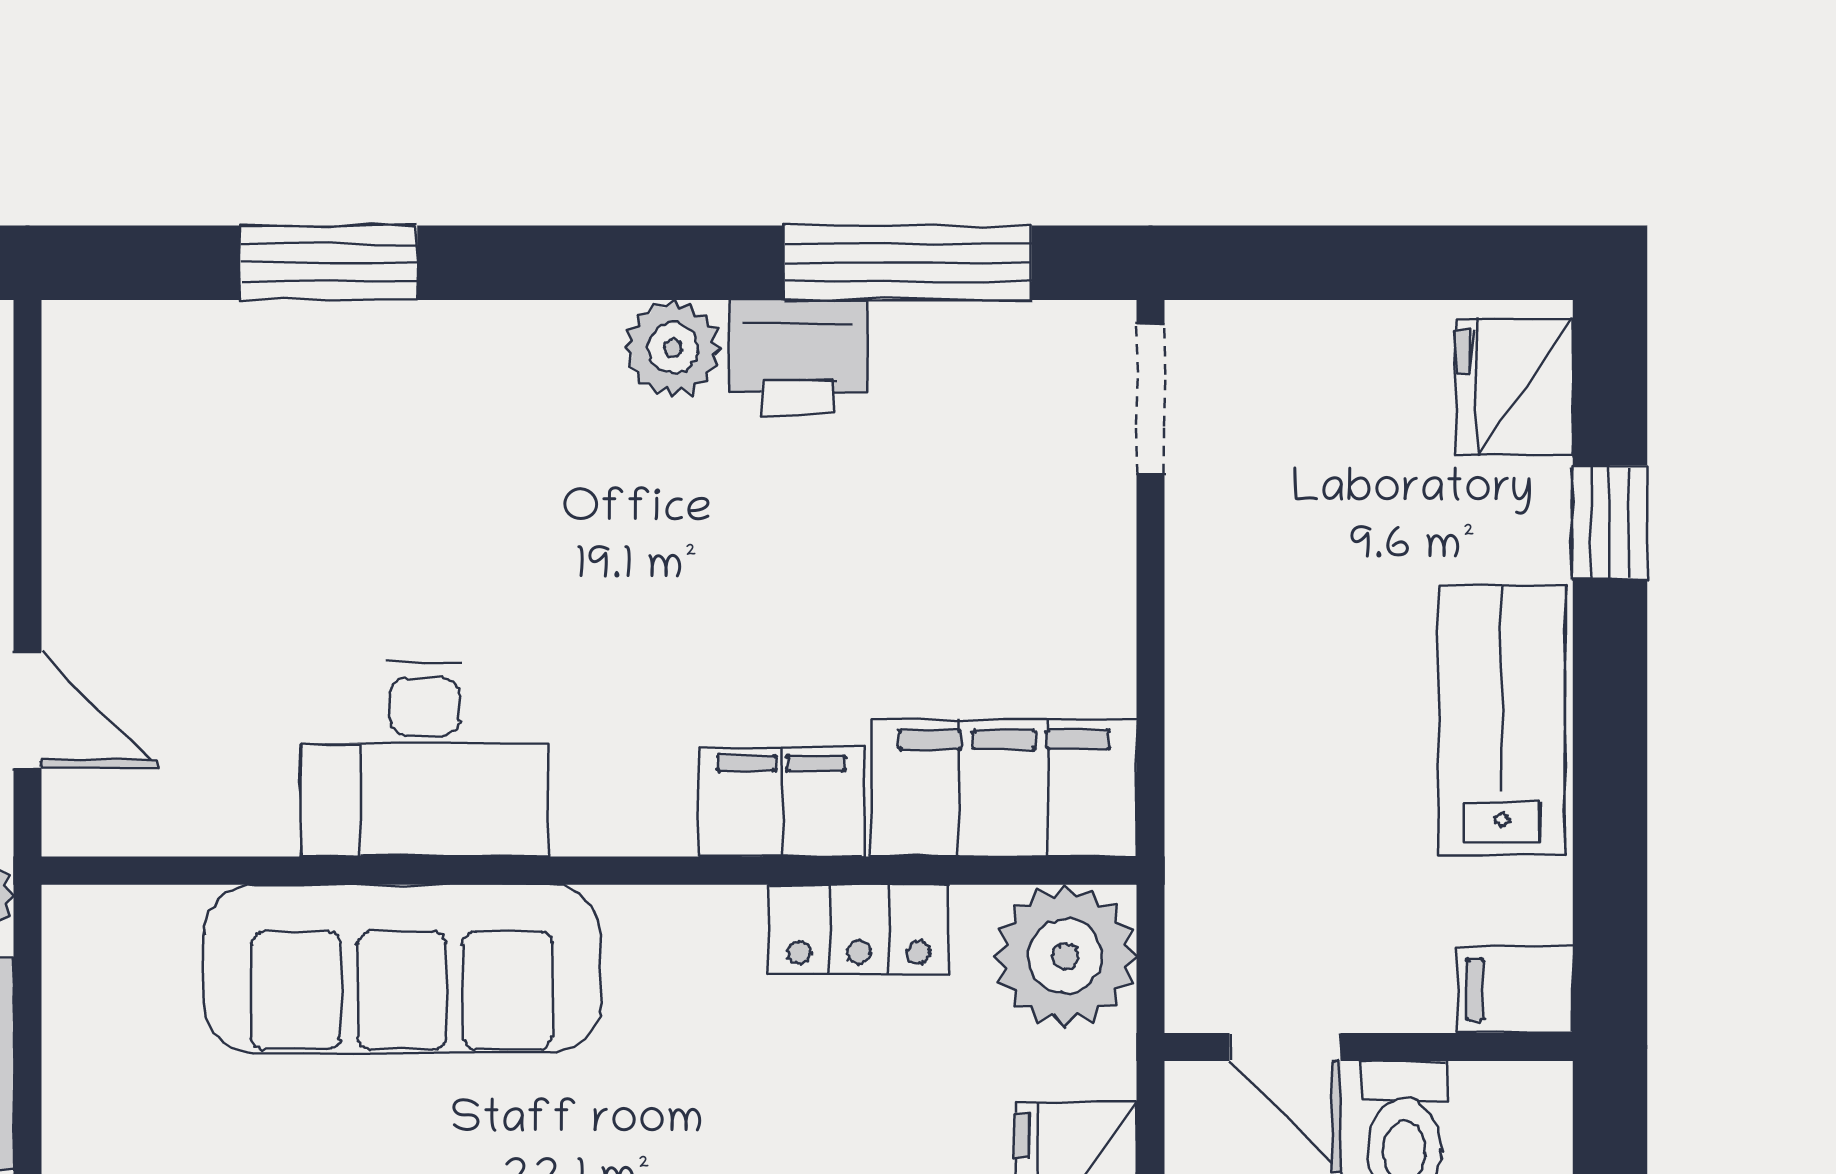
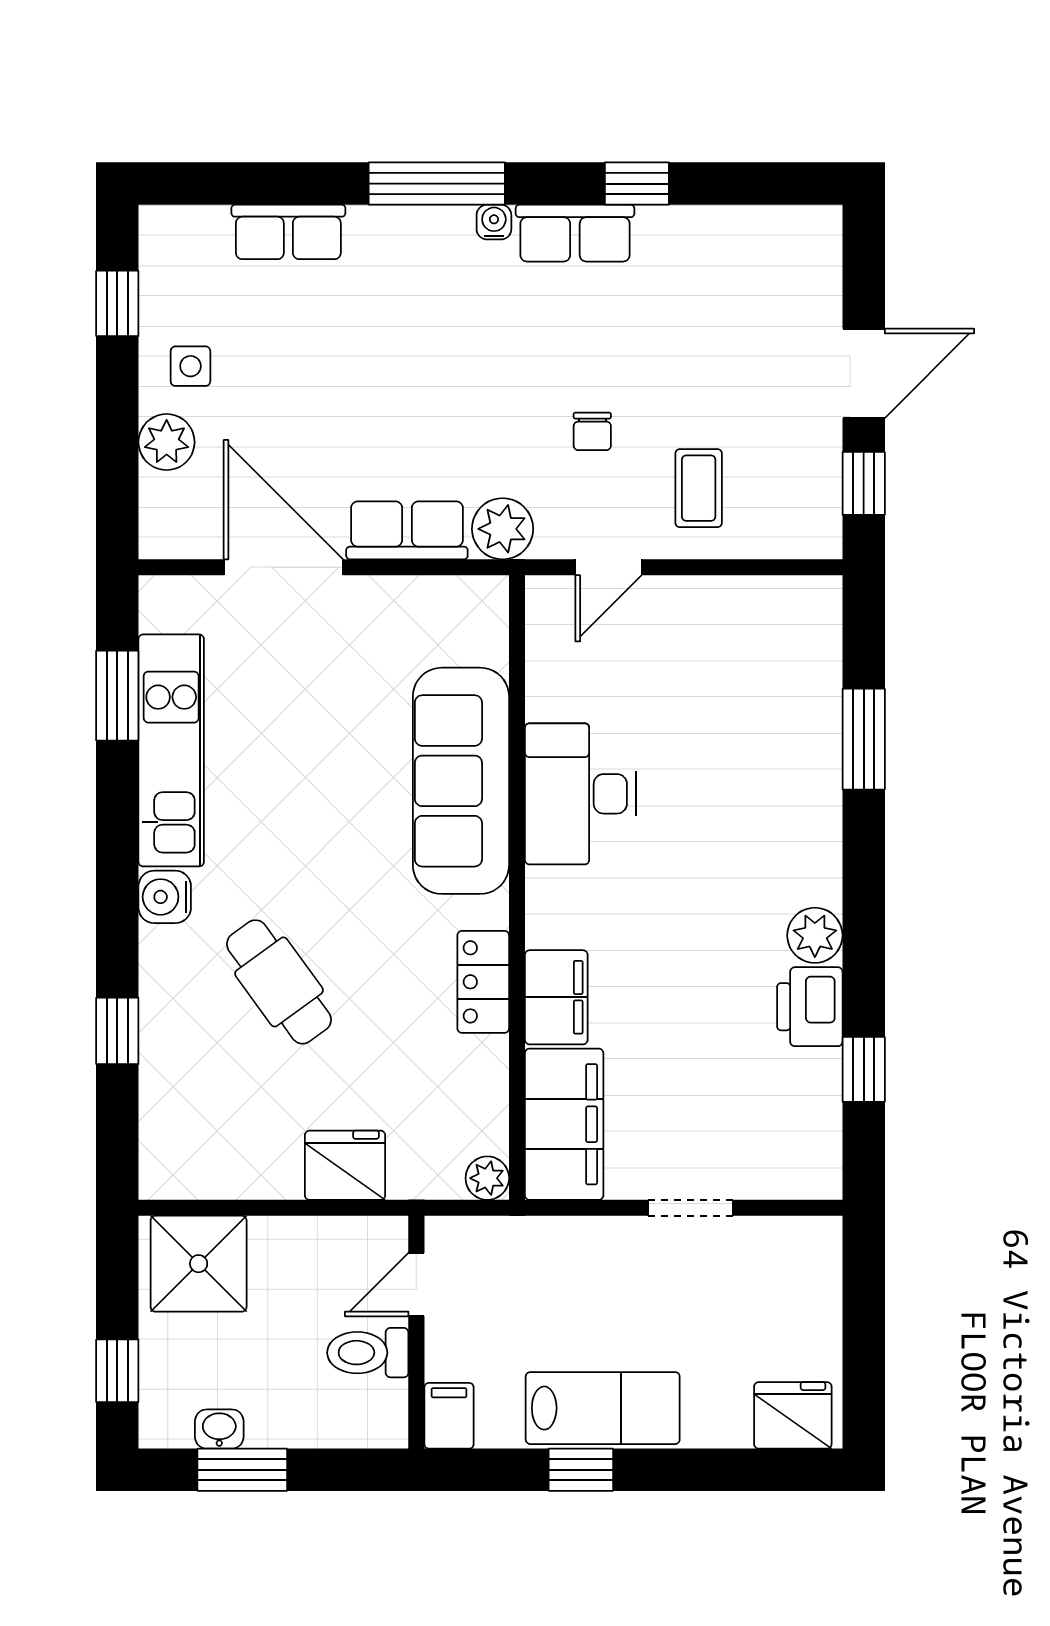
window: (908, 263) -> (864, 1069), width x0.46
doorway: (1151, 399) -> (690, 1208), moved
window: (1610, 522) -> (581, 1470), moved
locker: (859, 930) -> (483, 982), moved
plant: (1065, 956) -> (487, 1178), width x0.53, depth x0.53

